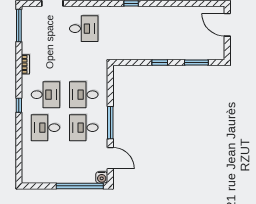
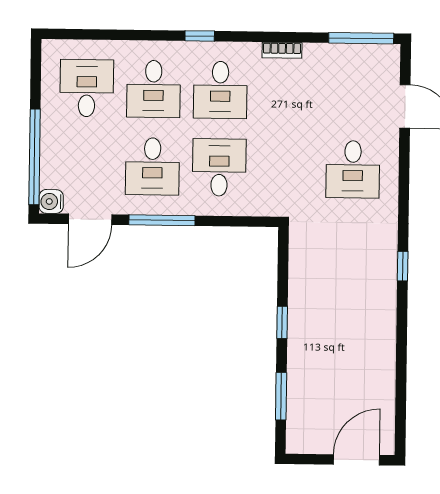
desk: (45, 128) -> (153, 89), turned 180
desk: (84, 128) -> (152, 166), turned 180
desk: (45, 161) -> (87, 88), added

